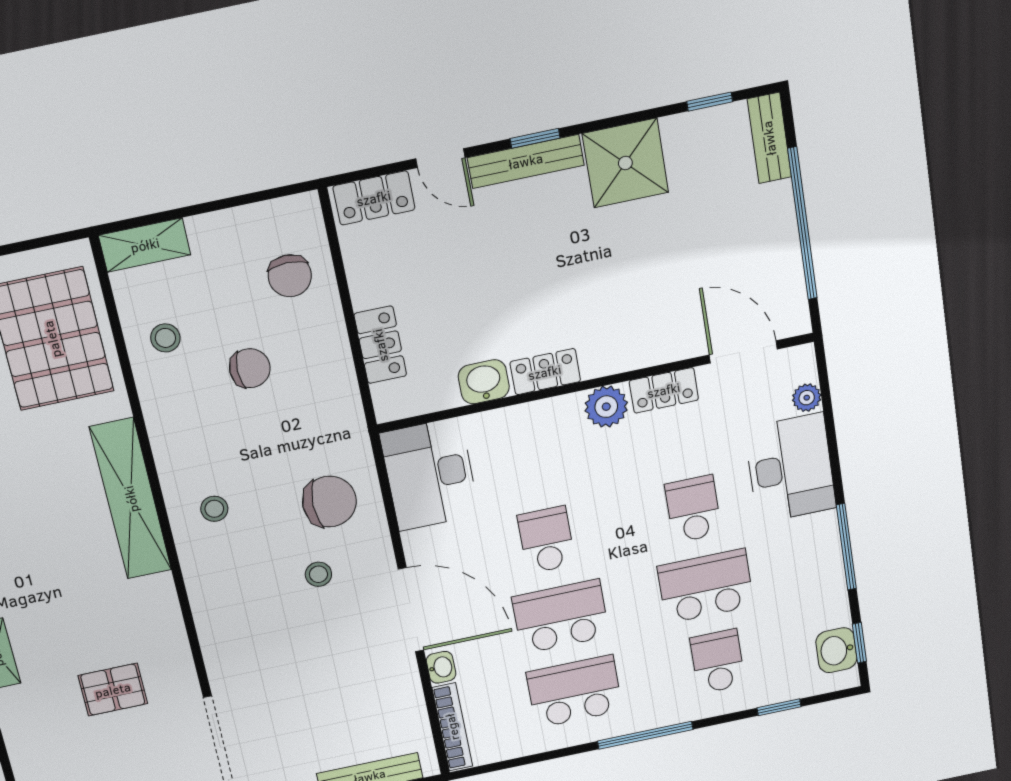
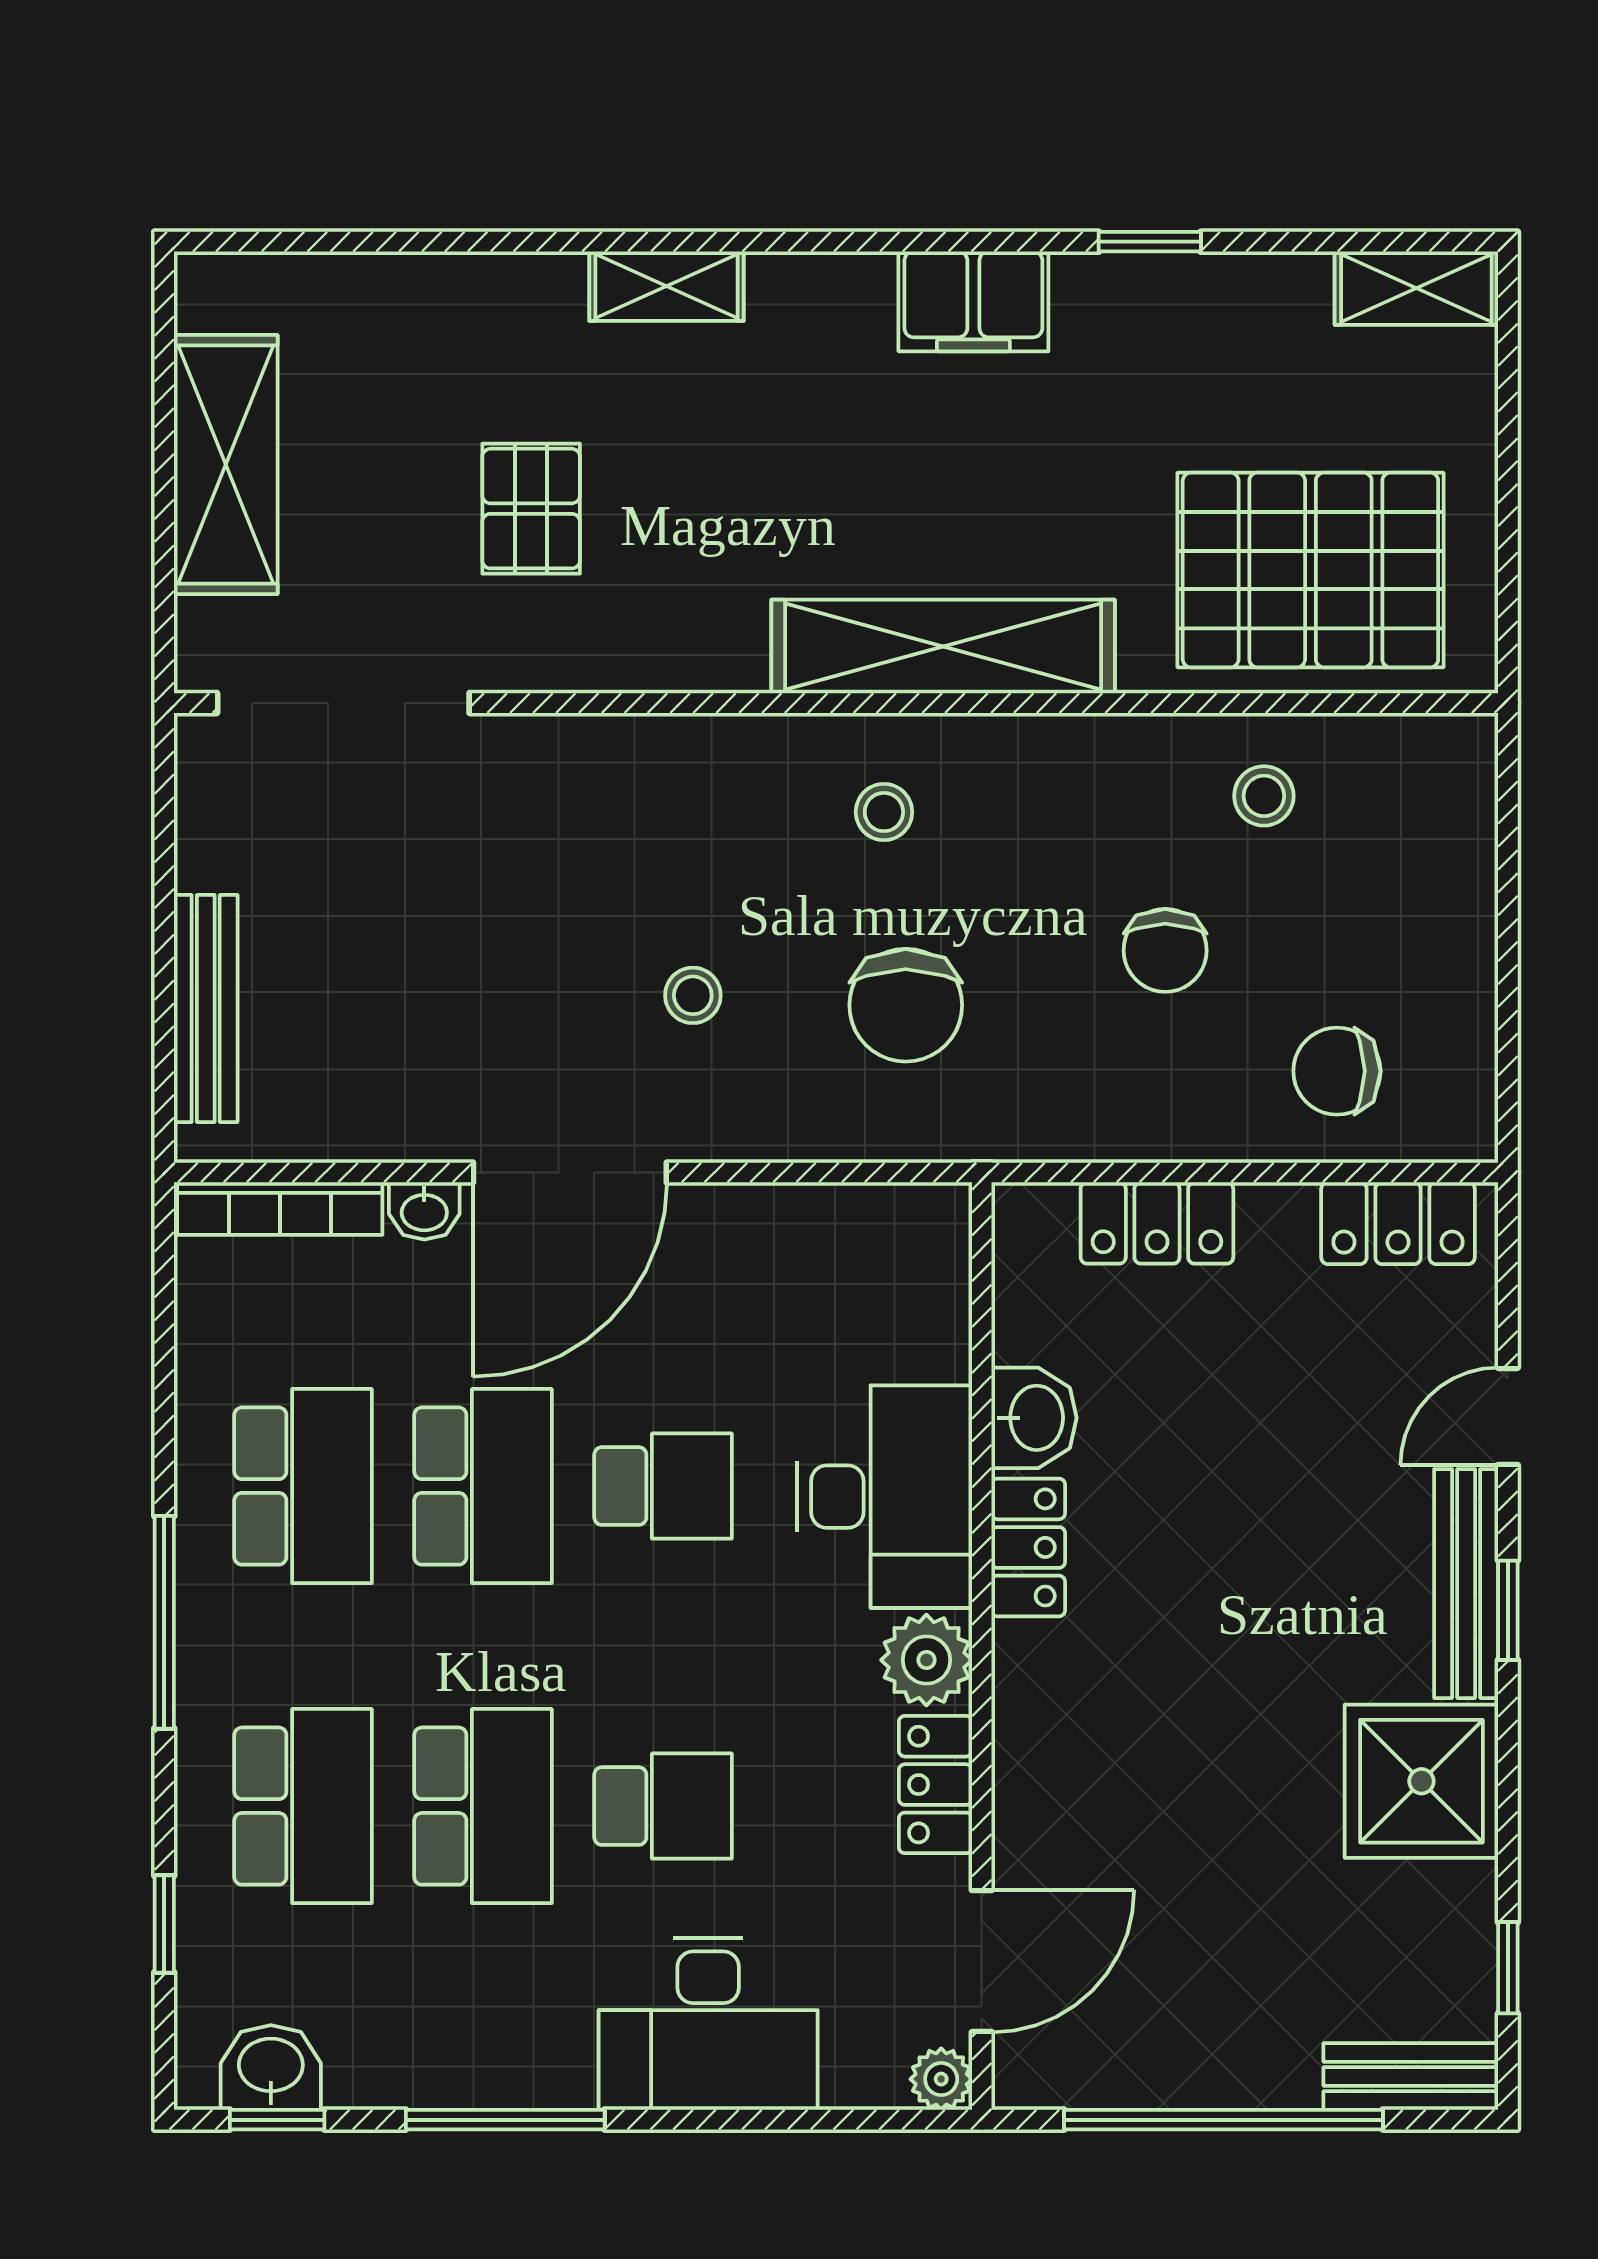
locker: (374, 198) -> (1398, 1223), moved, turned -90
shelving: (145, 245) -> (1459, 799), removed
plant: (807, 398) -> (941, 2079), moved
desk: (430, 474) -> (885, 1497), moved, turned 90
chair: (329, 502) -> (906, 1005), moved
school desk: (718, 661) -> (303, 1806), width x1.85

